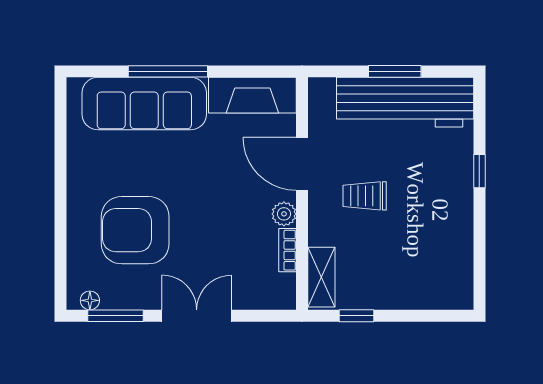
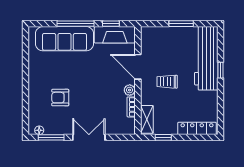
window: (244, 71) -> (111, 24), added
workbench: (405, 102) -> (206, 58), moved, turned 90
armchair: (135, 230) -> (60, 98), width x0.53, depth x0.53
locker: (429, 296) -> (197, 128), added

